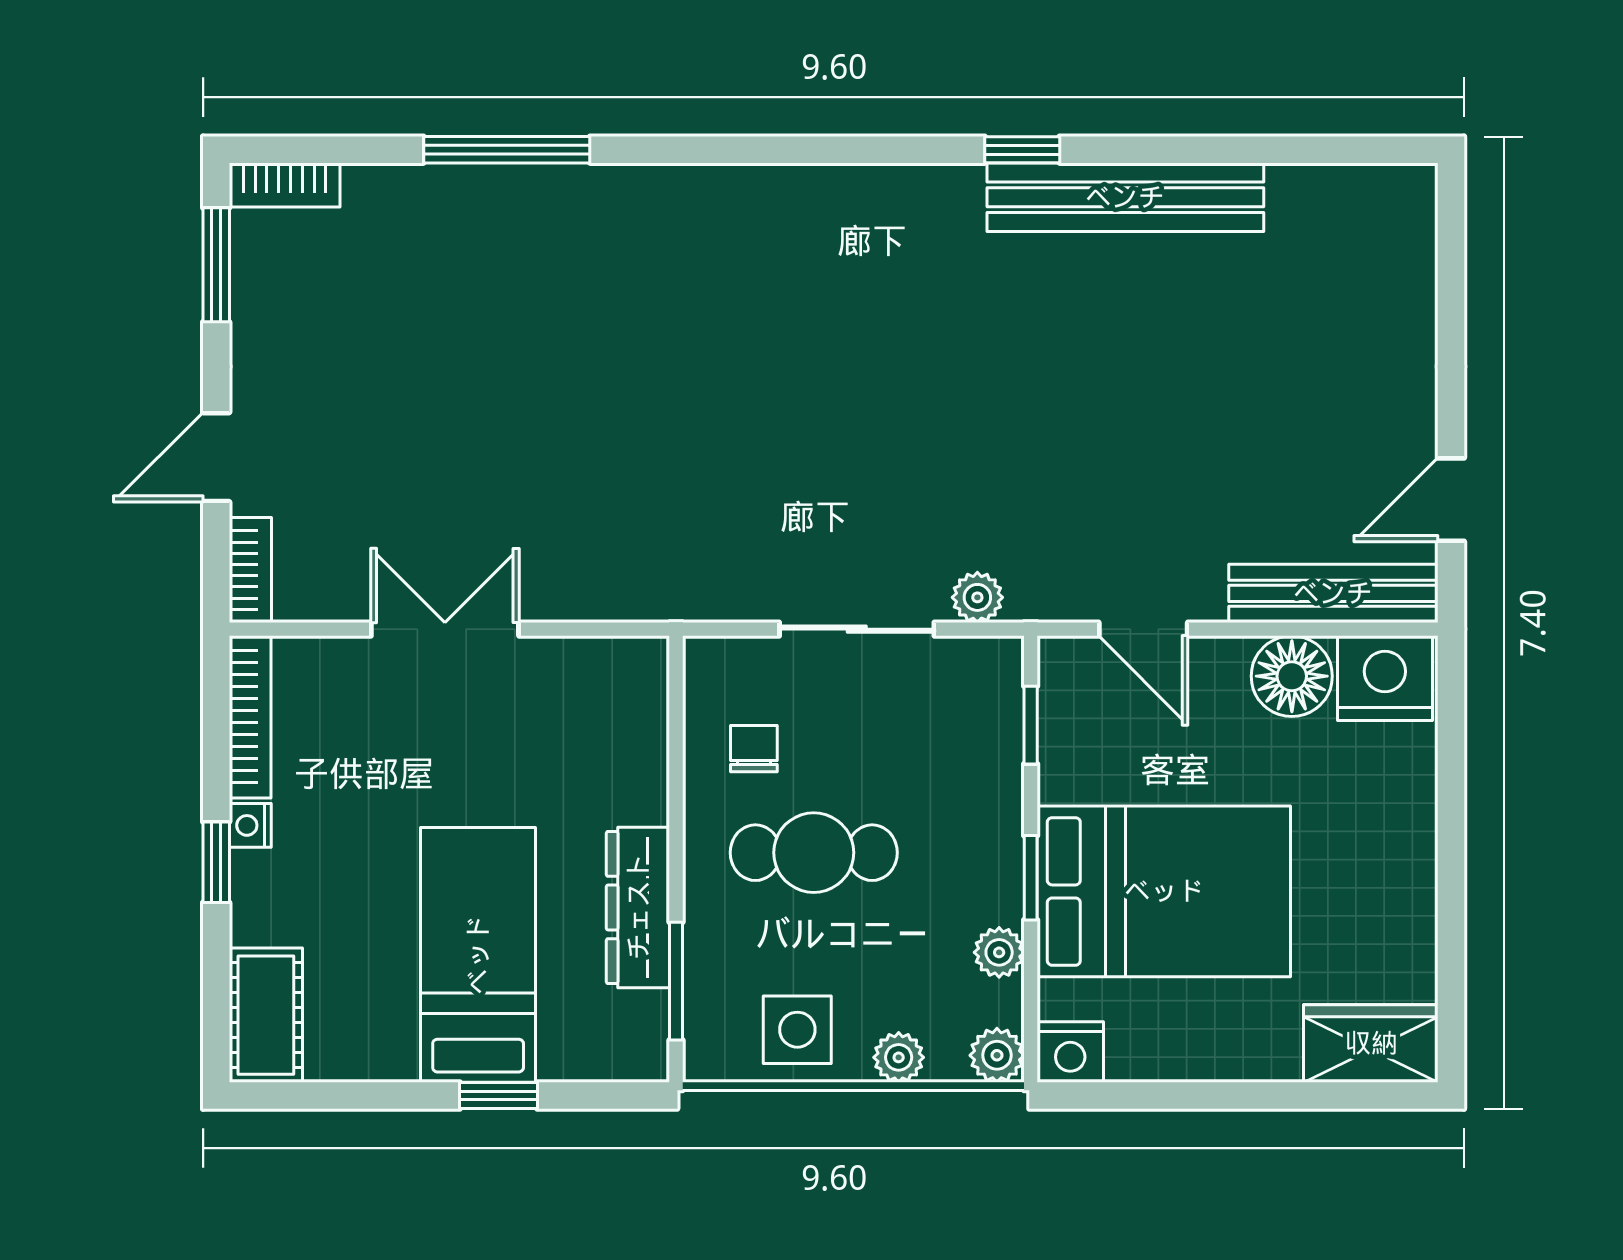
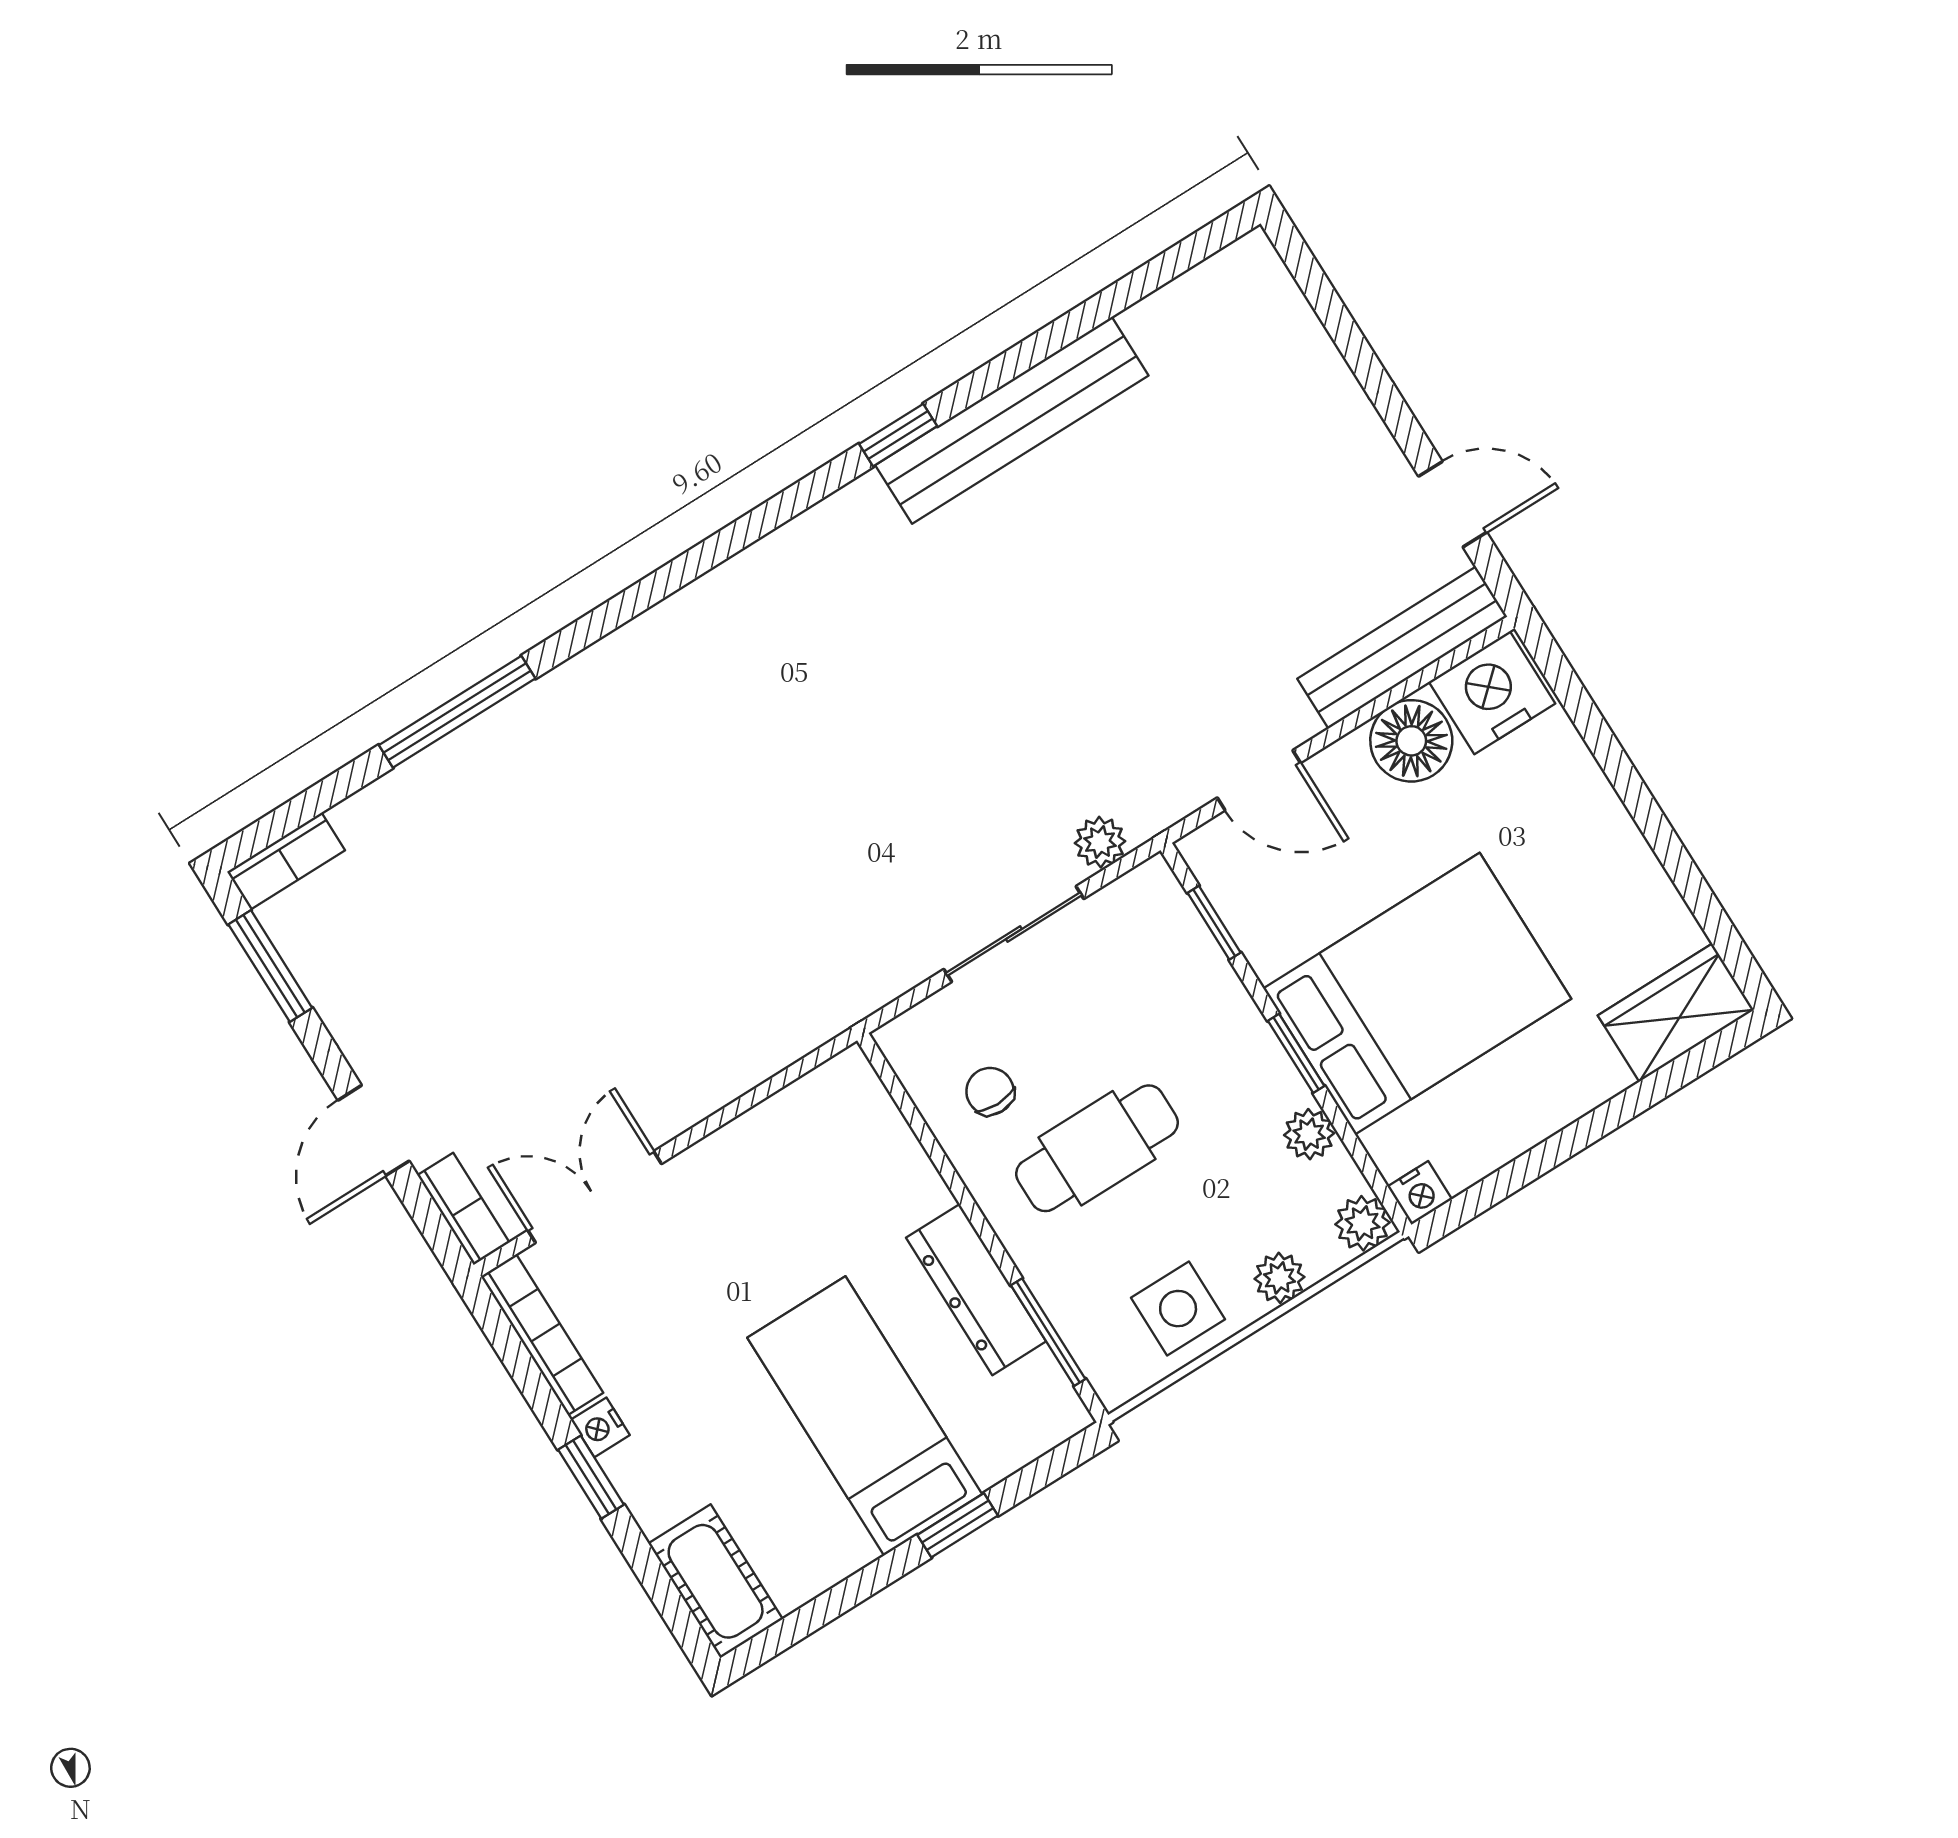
door: (1451, 500) -> (1453, 504), swing flipped
double door: (445, 629) -> (595, 1197), moved
nightstand: (1070, 1052) -> (1420, 1193), width x0.72, depth x0.74

